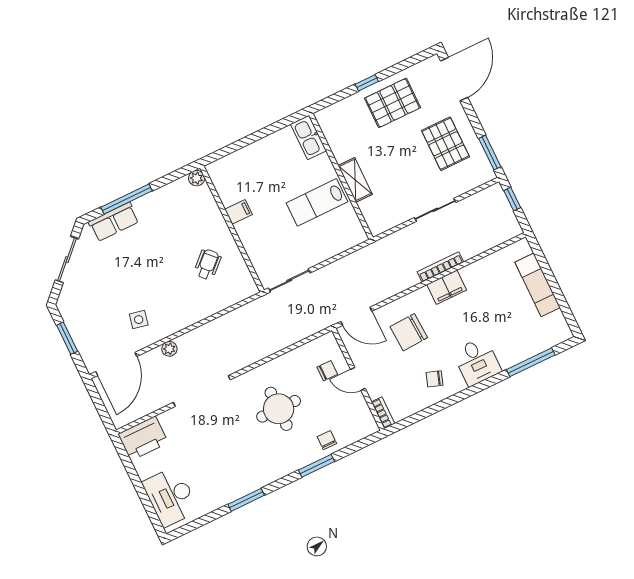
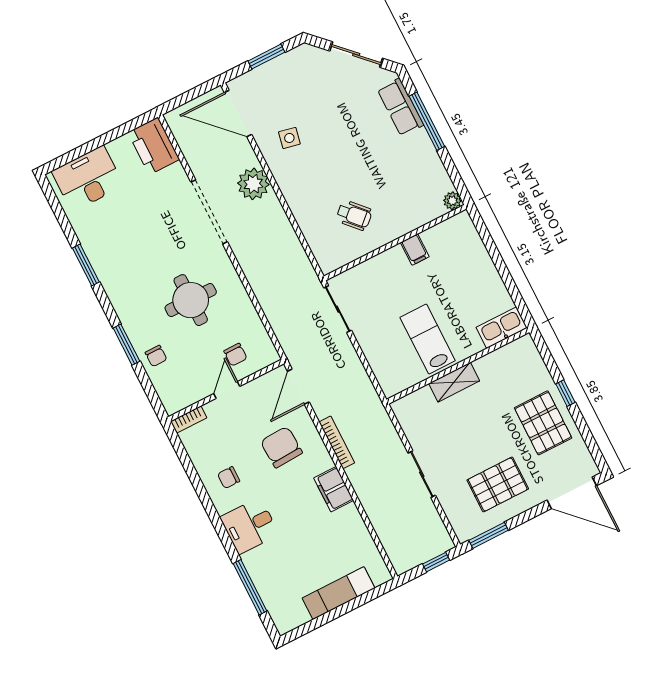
bookcase: (440, 267) -> (337, 442), moved
plant: (169, 349) -> (253, 184), width x1.87, depth x1.87
chair: (434, 379) -> (229, 478), turned -109
chair: (327, 440) -> (156, 356), turned 90

